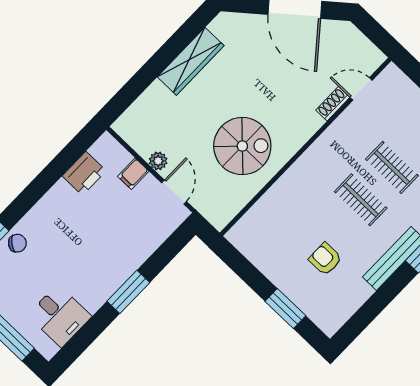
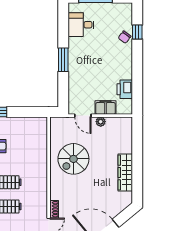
filing cabinet: (133, 174) -> (106, 107), width x2.00

